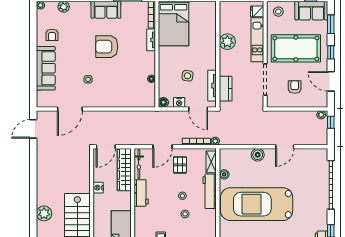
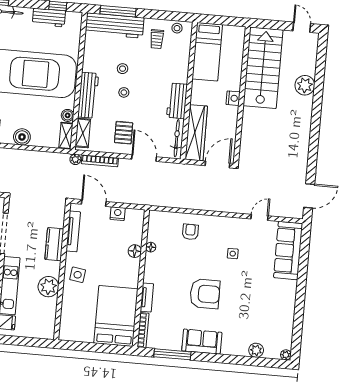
armchair: (52, 35) -> (190, 232), moved
sofa: (46, 68) -> (288, 251), moved
side table: (187, 76) -> (78, 275), moved
kitchen counter: (226, 89) -> (54, 244), moved
floor lamp: (163, 102) -> (135, 251), moved
door: (70, 109) -> (260, 217), width x0.53
door: (163, 147) -> (144, 158), hinge flipped
shelving: (224, 159) -> (66, 136), added
nightstand: (98, 188) -> (233, 98), moved

